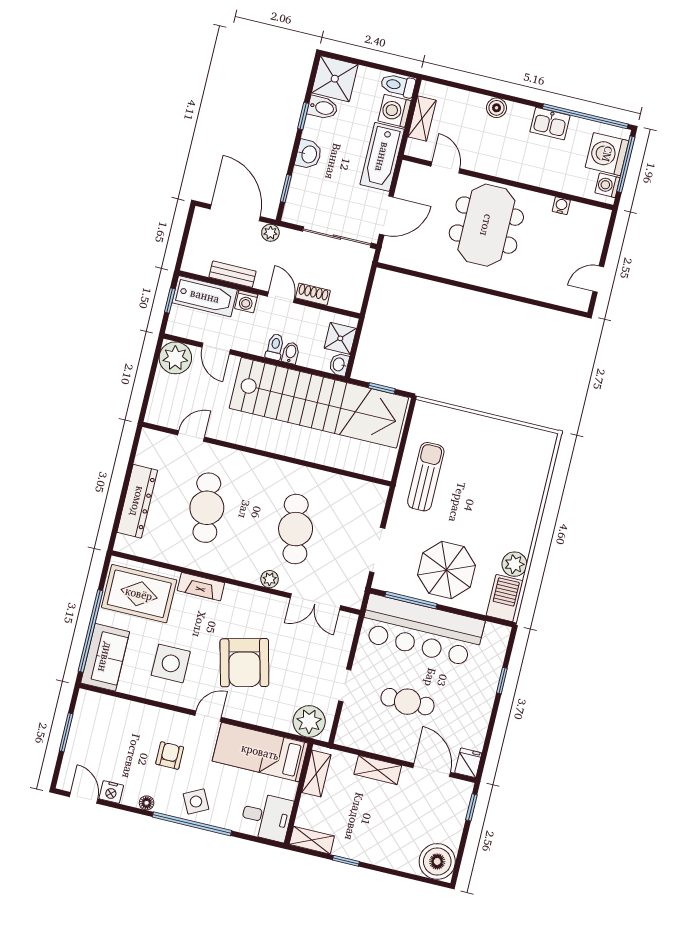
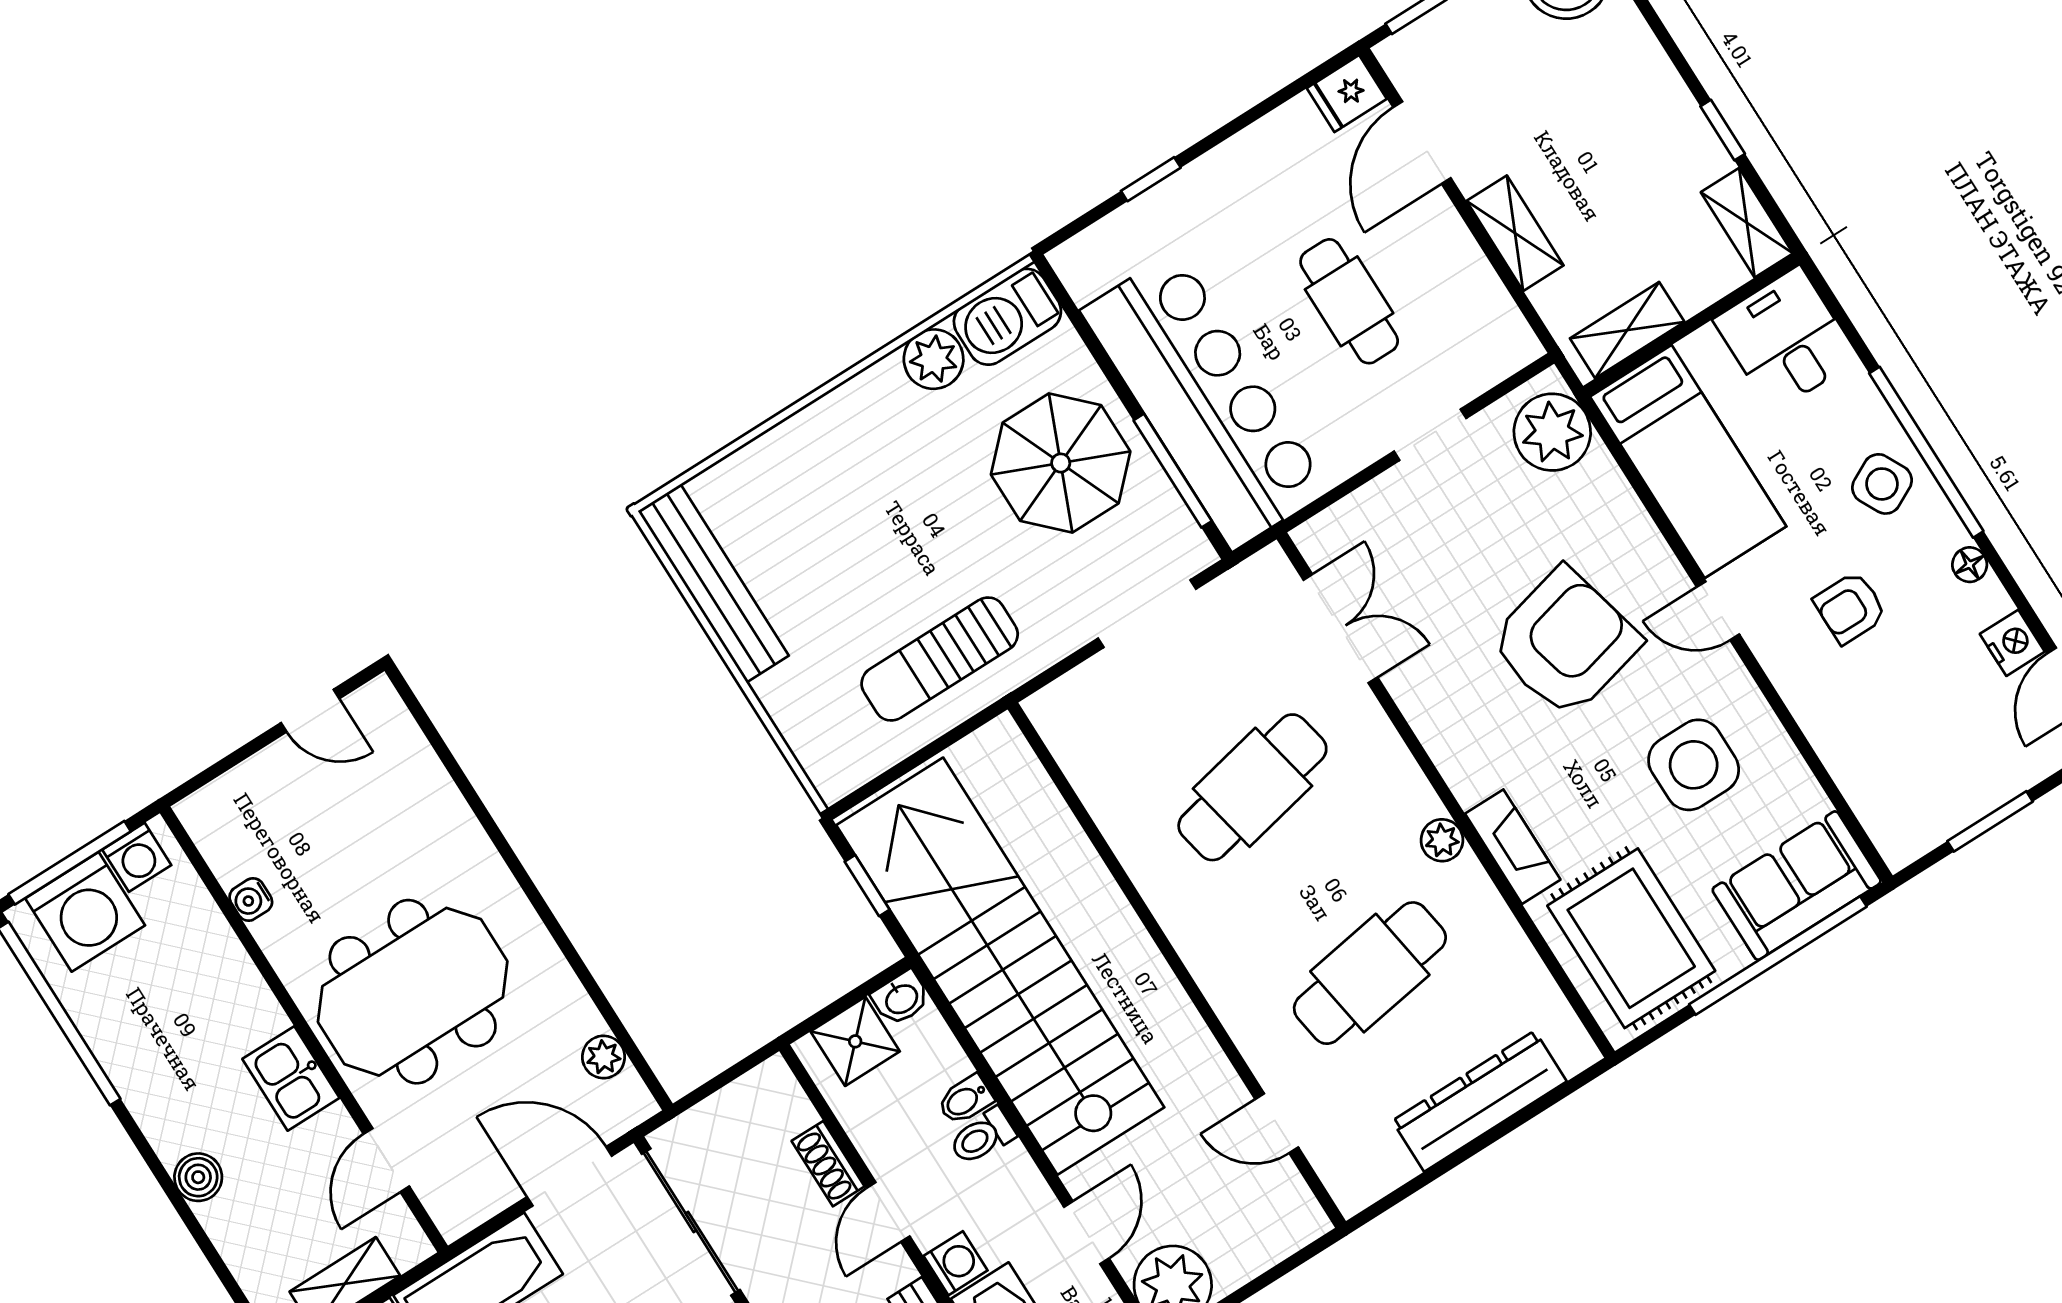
kitchen sink: (550, 124) -> (291, 1078), moved, turned 180
plant: (411, 261) -> (604, 1057), added
bench: (515, 434) -> (713, 583), added
plant: (270, 579) -> (1442, 840), moved

